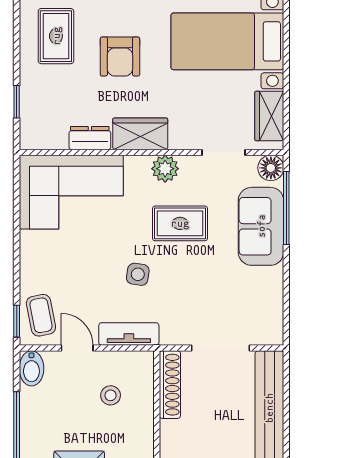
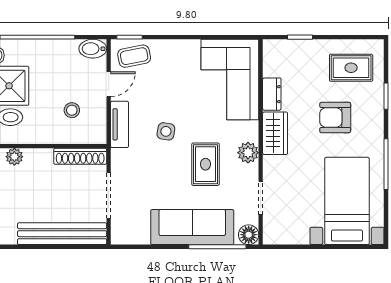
wardrobe: (269, 116) -> (289, 234), removed
sofa: (261, 226) -> (192, 227), width x1.36

